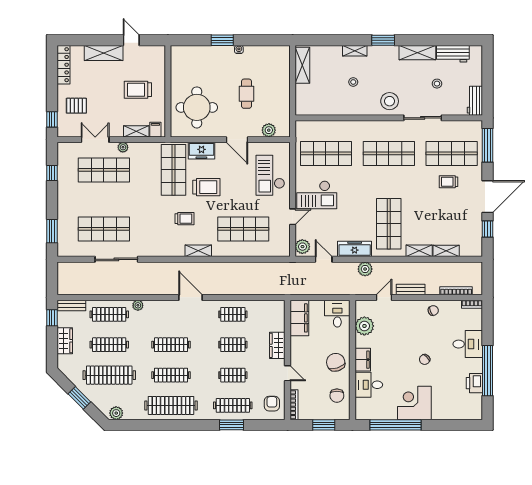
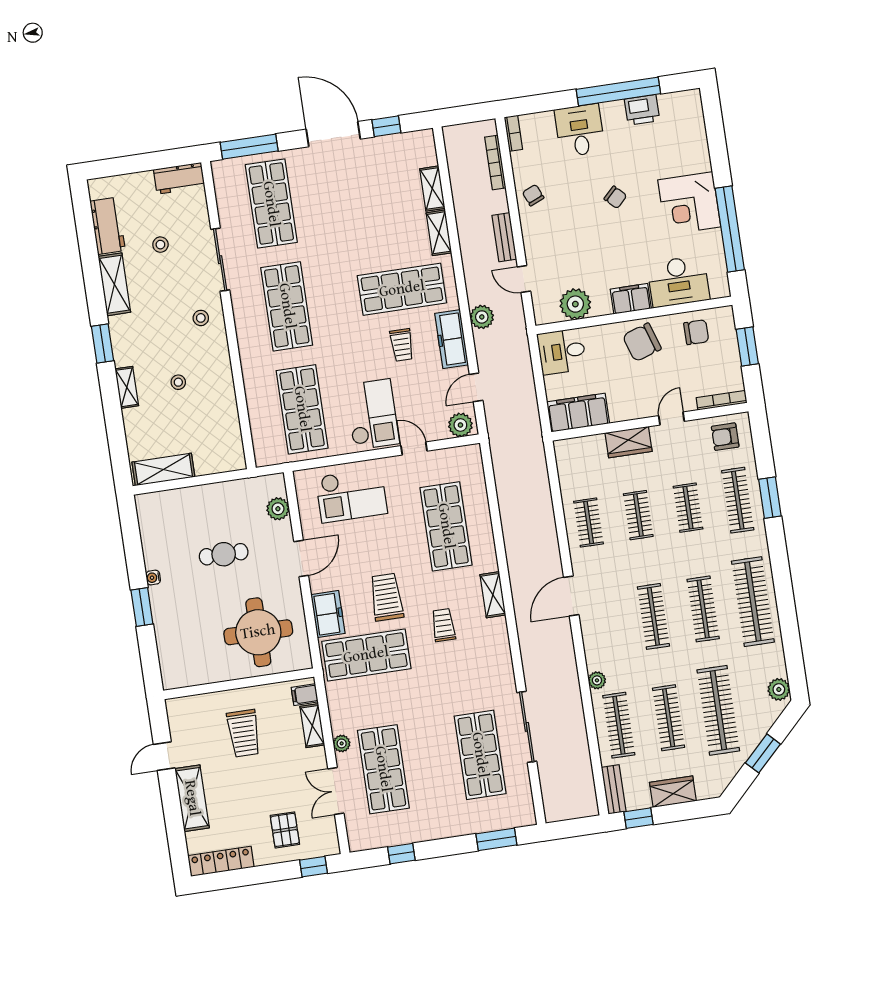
stool: (390, 101) -> (201, 318), width x0.53, depth x0.53
trolley: (449, 182) -> (402, 345), moved
desk: (369, 385) -> (678, 281), width x1.37

